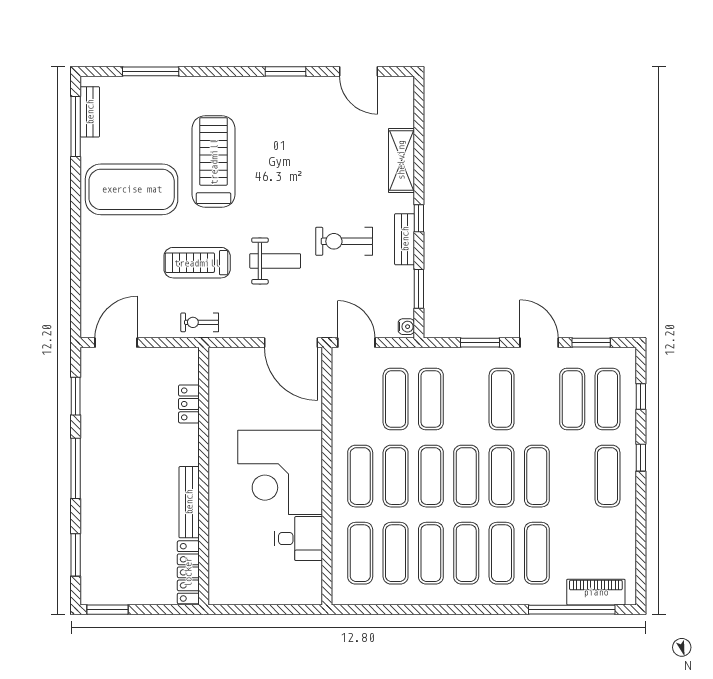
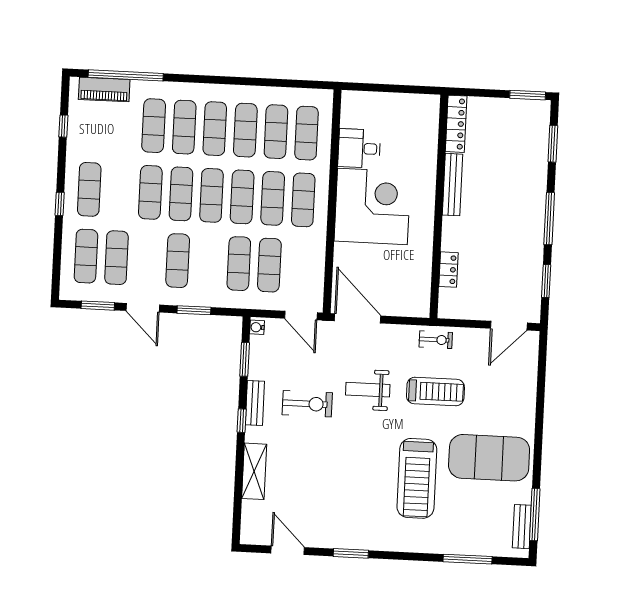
window: (641, 397) -> (63, 126), moved

